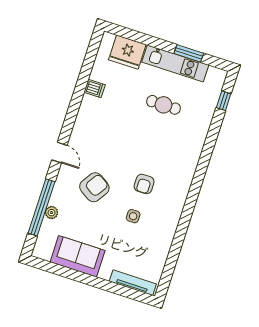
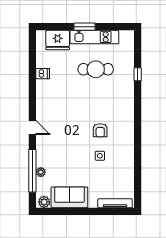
window: (189, 53) -> (85, 27), moved
window: (224, 101) -> (138, 74), moved
cafe table: (164, 105) -> (96, 69), width x1.37, depth x1.35
armchair: (94, 187) -> (65, 144), removed
plant: (44, 252) -> (44, 202), added

